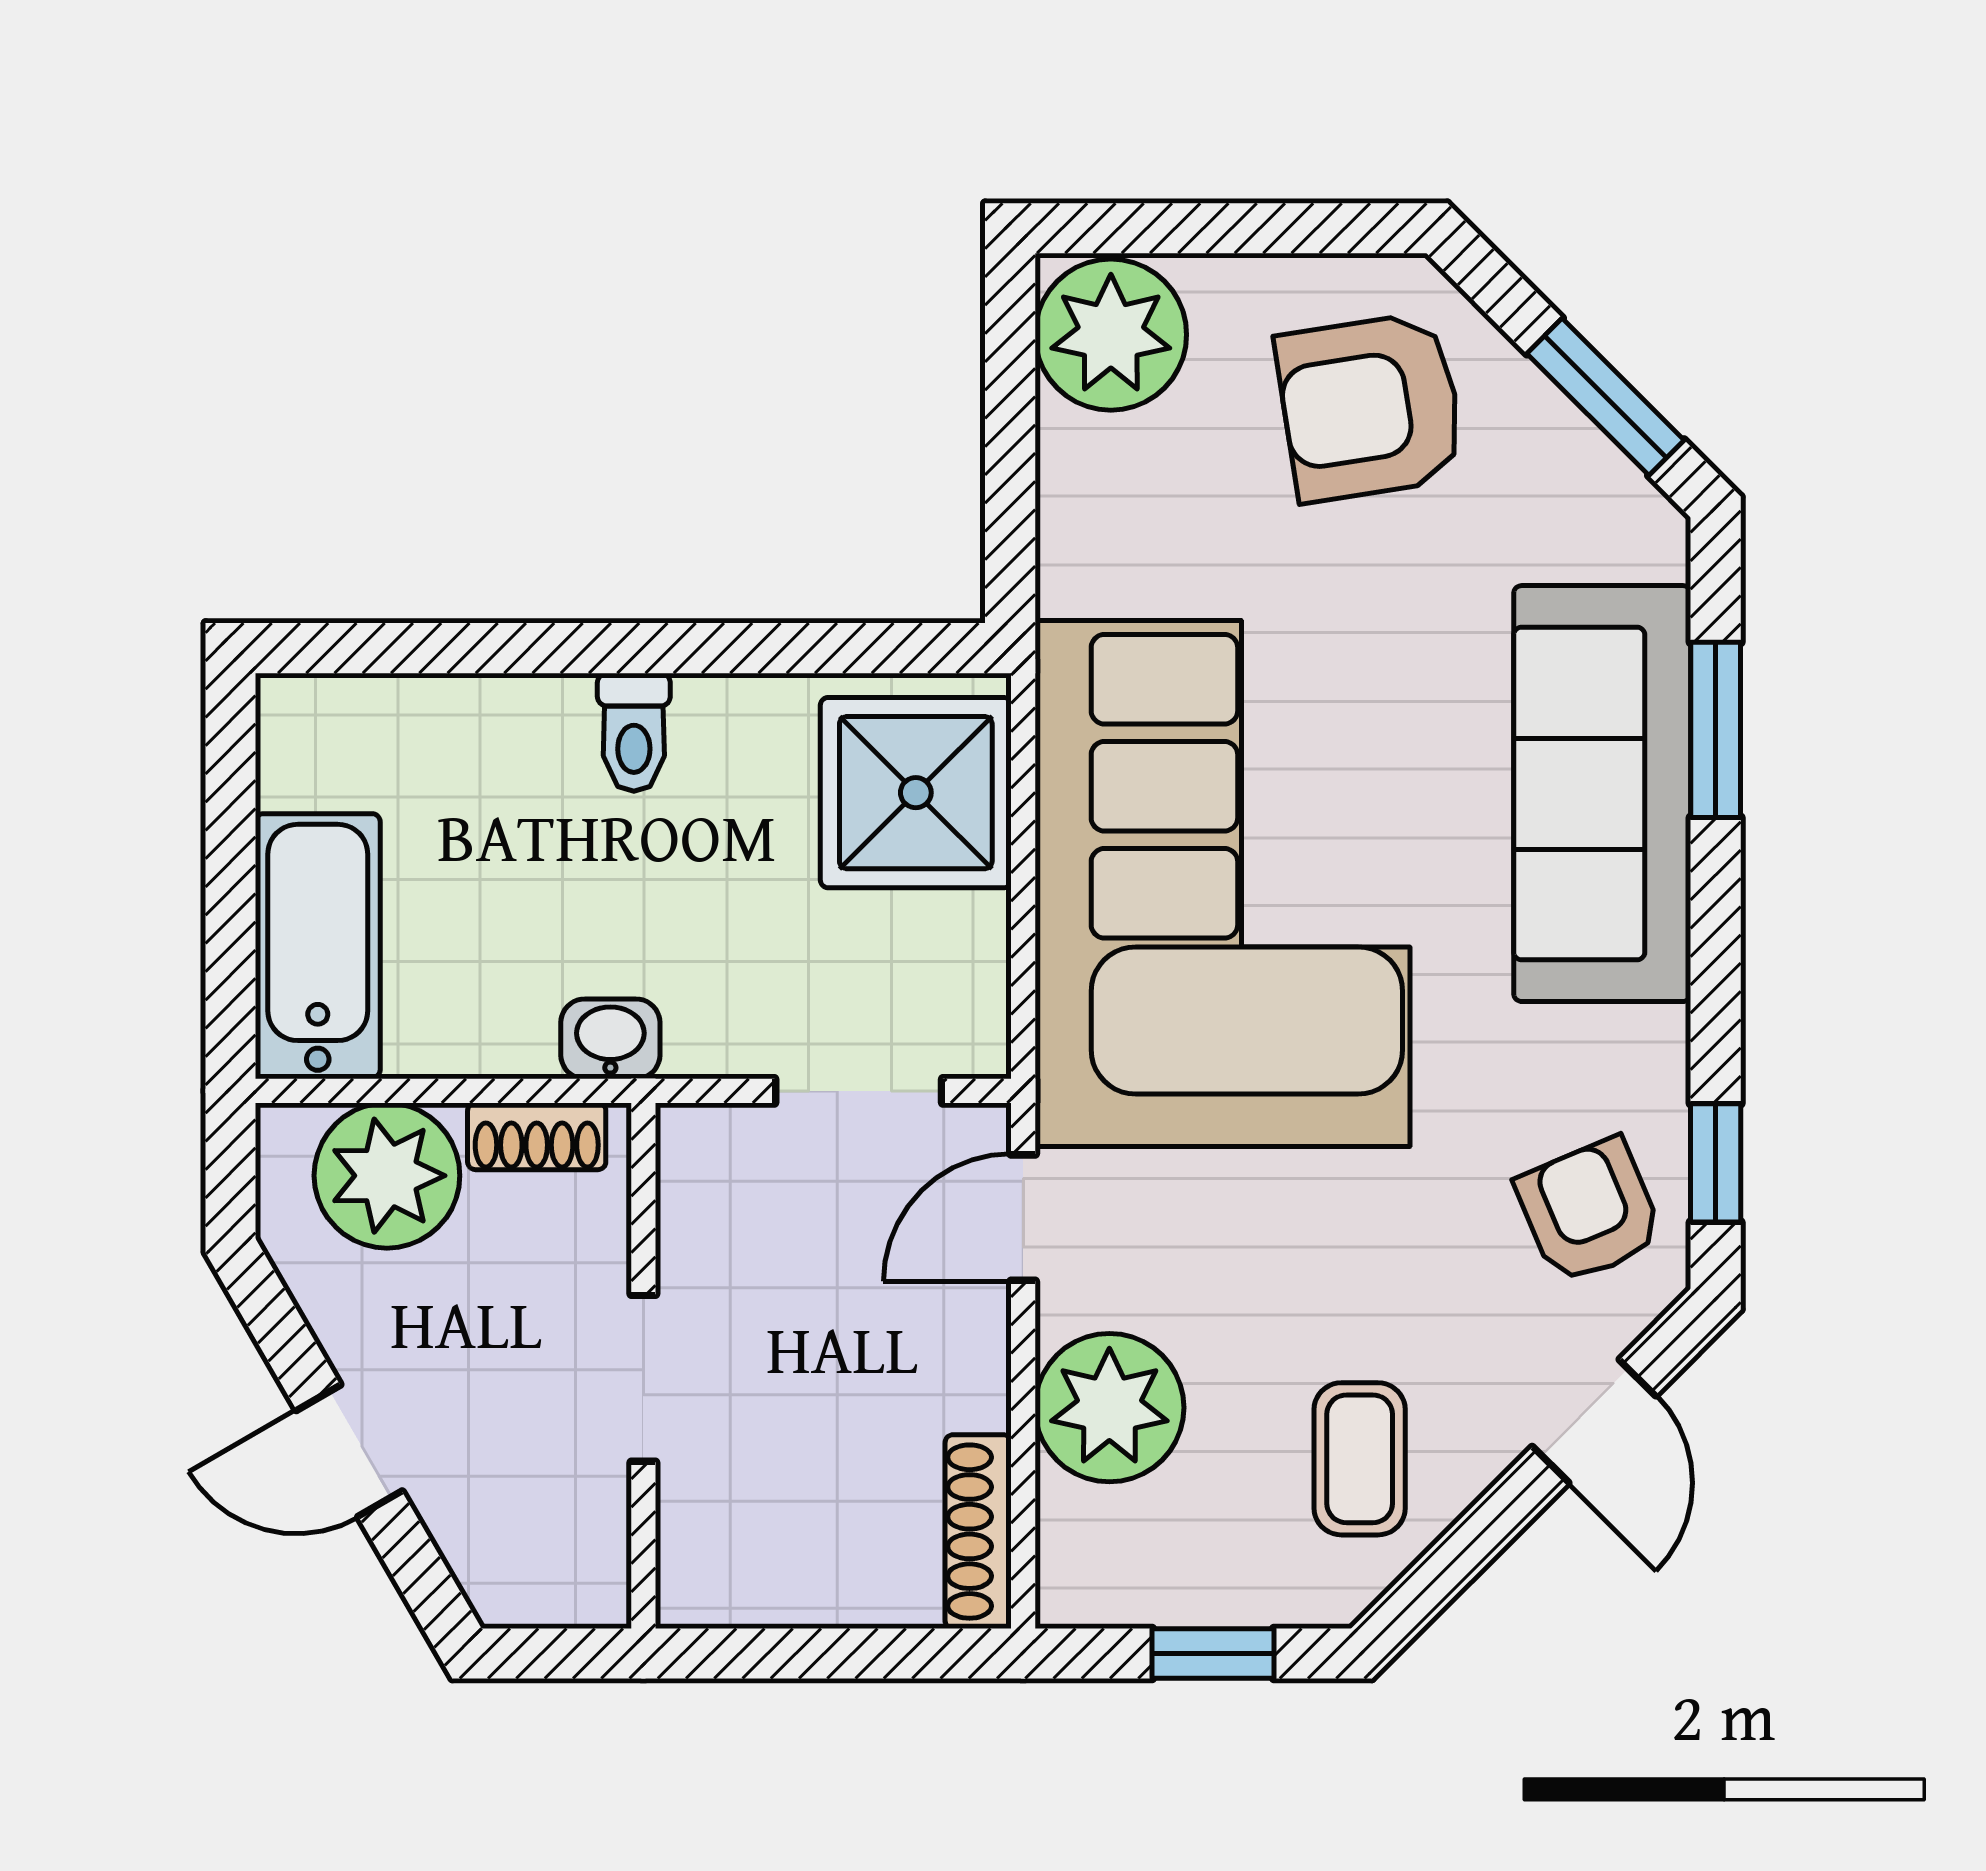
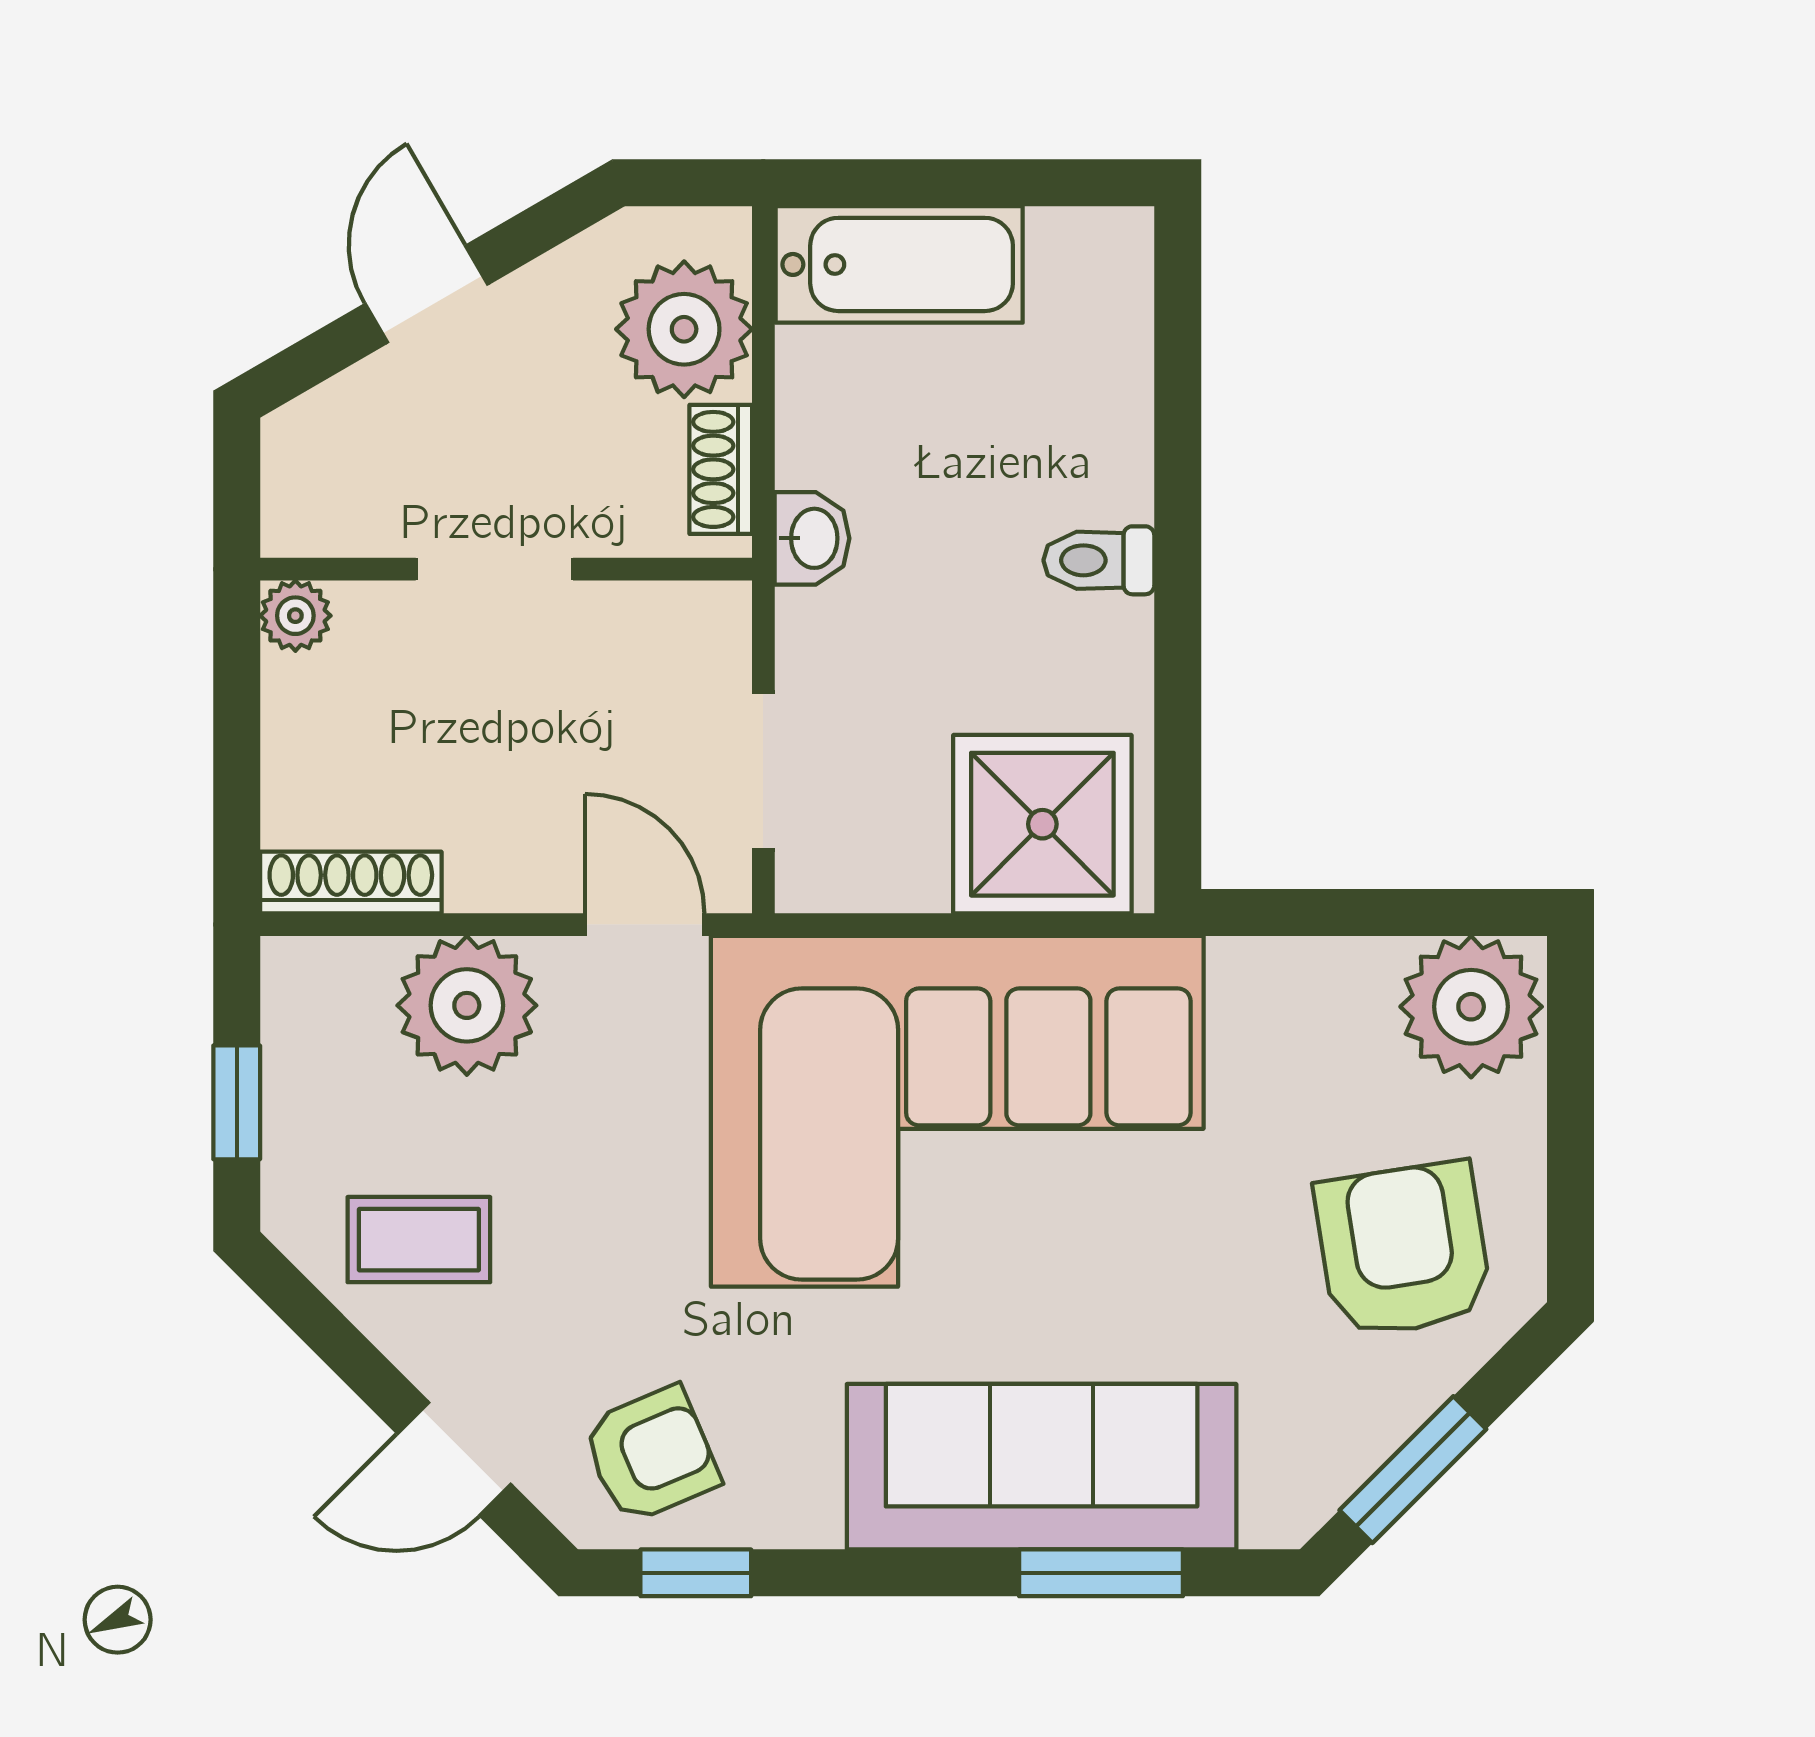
plant: (693, 1591) -> (295, 616), added

